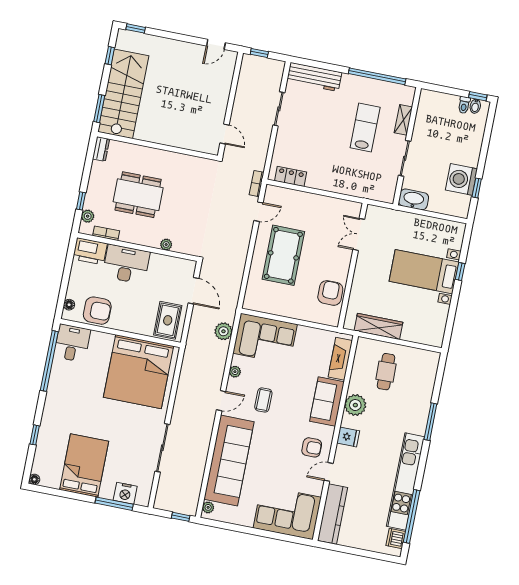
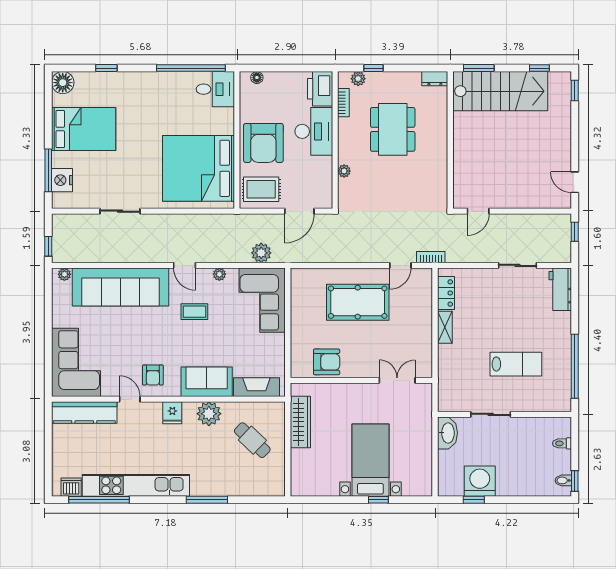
workbench: (314, 77) -> (560, 289), width x0.73
toilet: (464, 105) -> (562, 443), moved
shelving: (403, 120) -> (445, 327), moved, turned 90
door: (258, 212) -> (400, 265), hinge flipped
armchair: (97, 311) -> (263, 143), moved, width x1.36, depth x1.36
cafe table: (386, 372) -> (252, 440), turned 45
sliding door: (162, 448) -> (120, 211), width x0.73
floor lamp: (34, 479) -> (63, 83), width x1.89, depth x1.89

